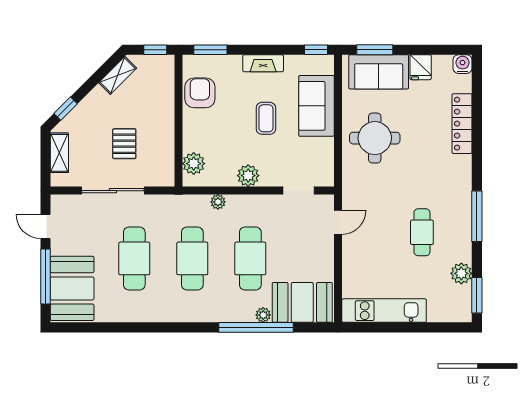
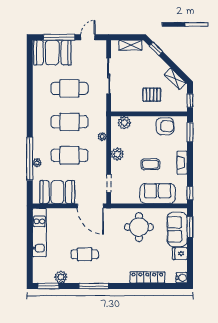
pallet: (124, 144) -> (152, 95), moved
door: (338, 222) -> (90, 206), width x1.88
booth: (302, 302) -> (57, 192), moved, turned 90

